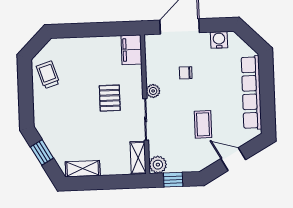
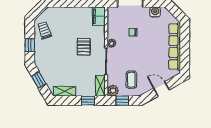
window: (26, 98) -> (30, 45), added
coffee table: (203, 124) -> (131, 80), moved
window: (120, 182) -> (88, 101), added

